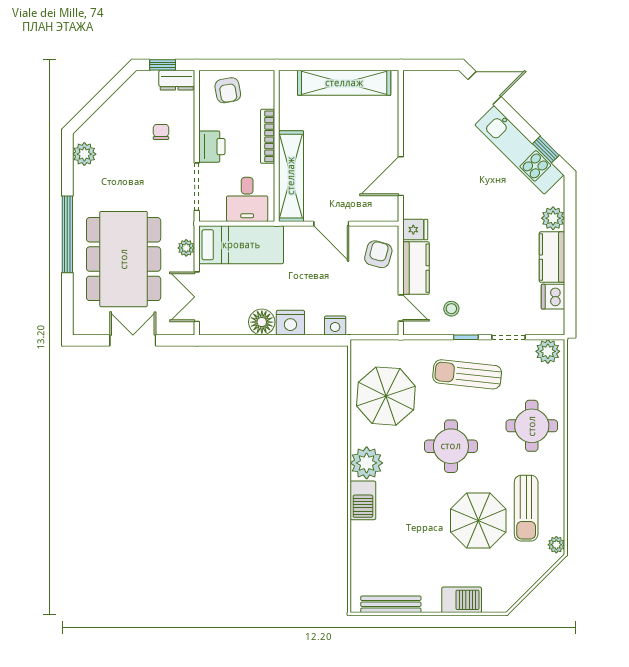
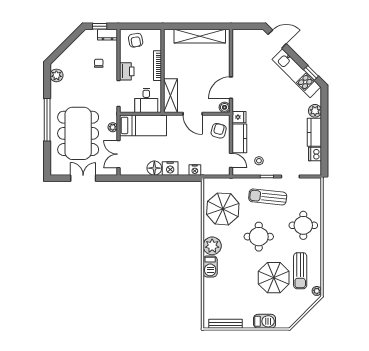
shelving: (291, 176) -> (171, 96), width x0.68
boiler: (389, 212) -> (225, 107), added
plant: (548, 351) -> (312, 184), removed

